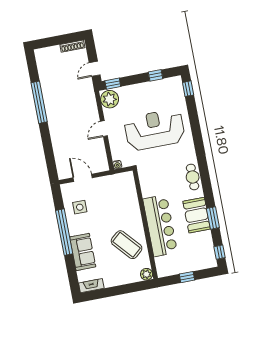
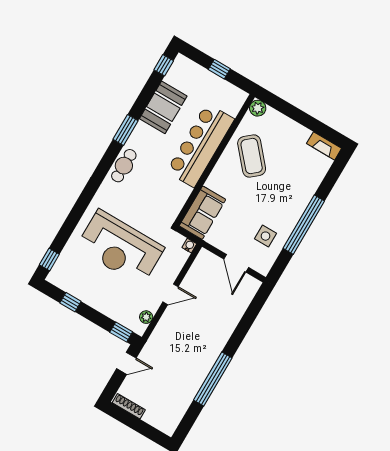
plant: (110, 99) -> (146, 317), width x0.53, depth x0.53
booth: (197, 215) -> (163, 107), moved
window: (213, 218) -> (126, 130), moved
sofa: (83, 252) -> (202, 213), moved, turned 180

